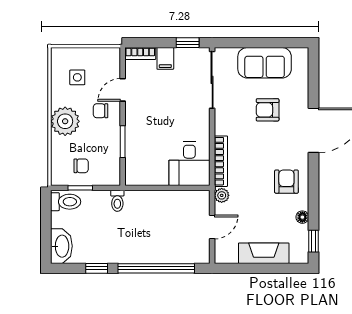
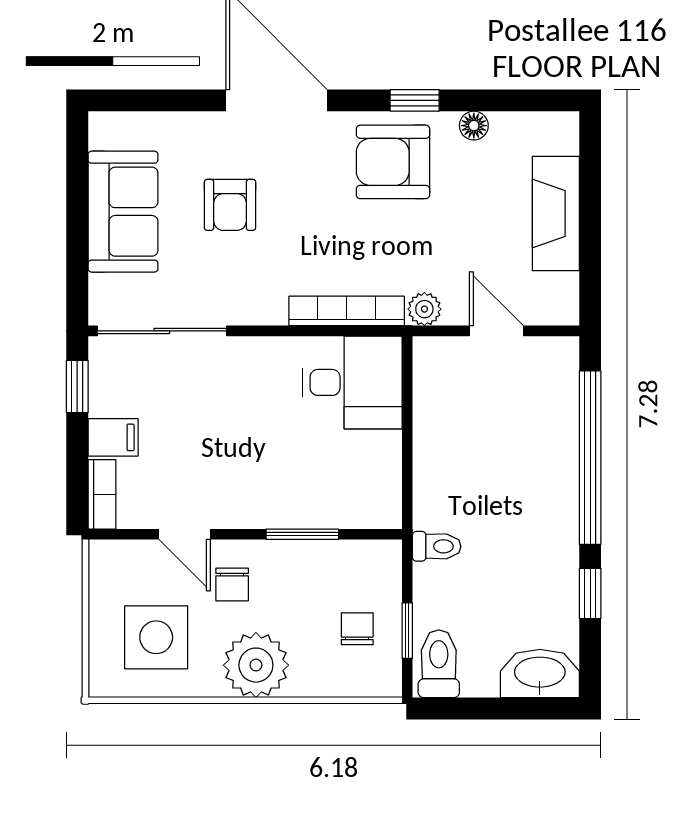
side table: (77, 77) -> (156, 637), width x1.87, depth x1.87
armchair: (286, 182) -> (393, 162), width x1.38, depth x1.38
window: (313, 241) -> (415, 100), moved

